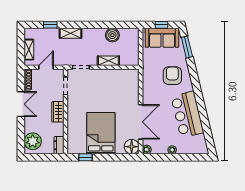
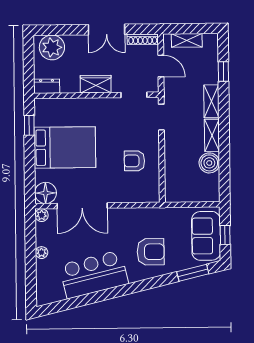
shelving: (108, 61) -> (212, 135), moved
armchair: (110, 86) -> (134, 161), added

